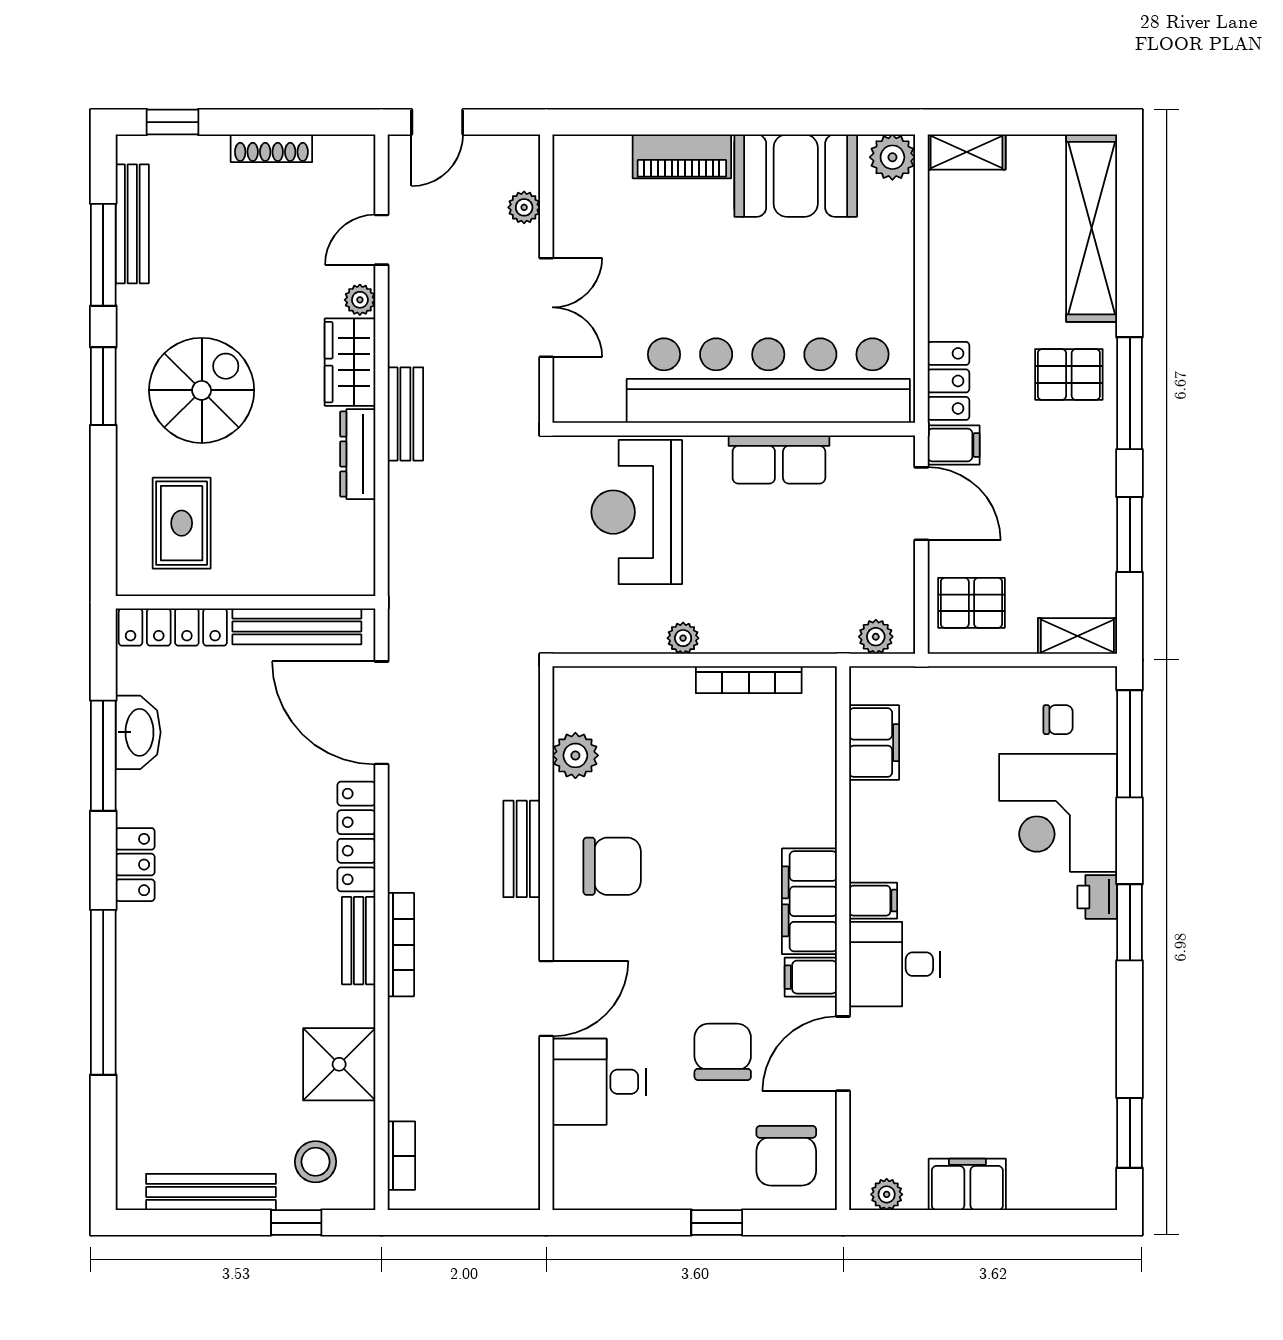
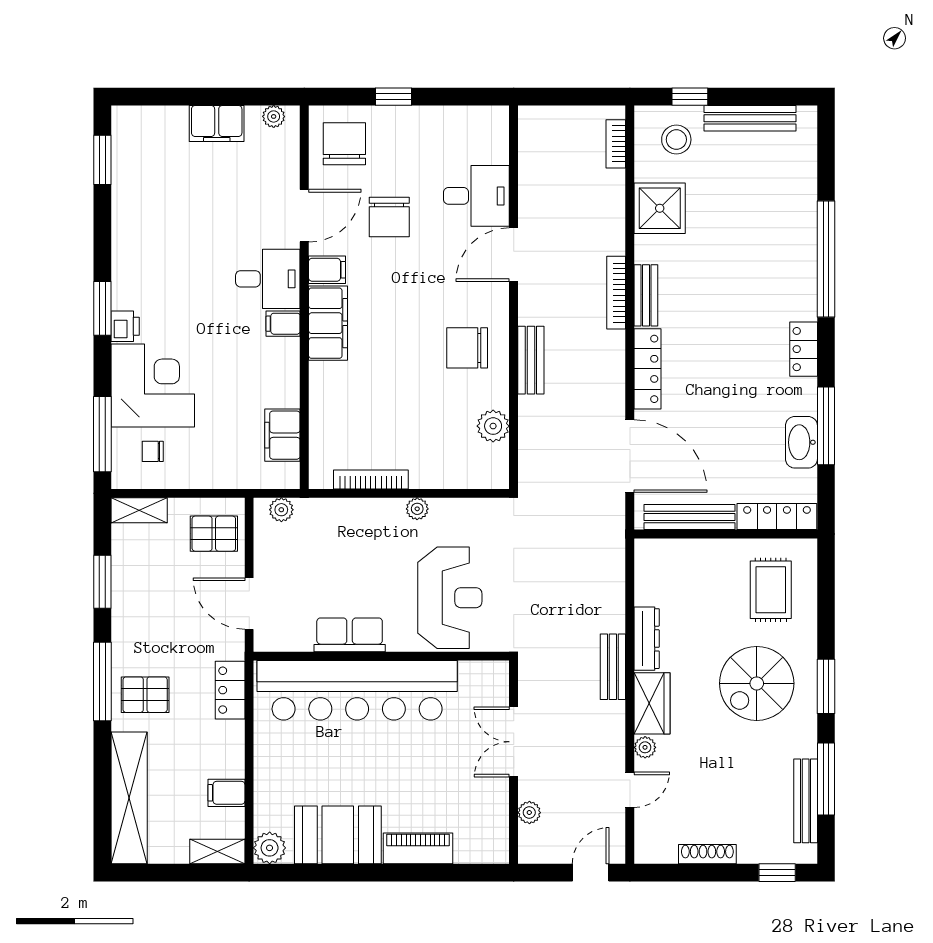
filing cabinet: (954, 445) -> (226, 793), moved

